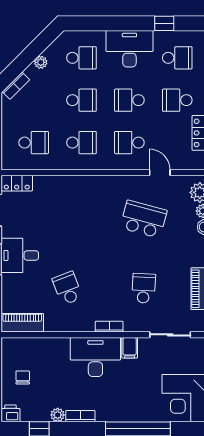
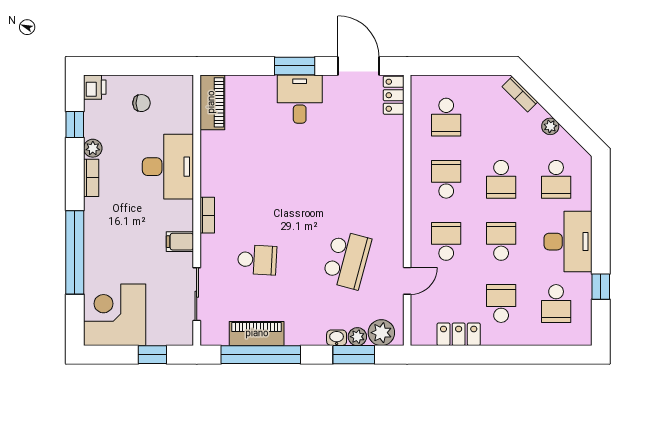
school desk: (82, 143) -> (446, 179), turned 180
school desk: (67, 288) -> (257, 161), removed
desk: (95, 357) -> (168, 167), moved

